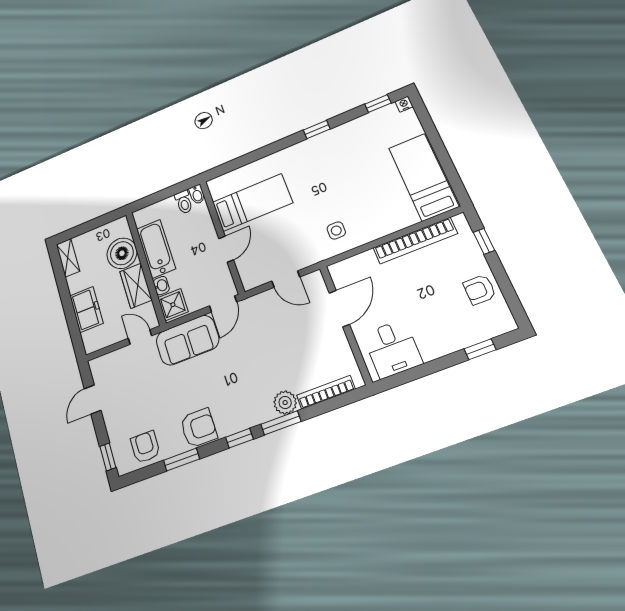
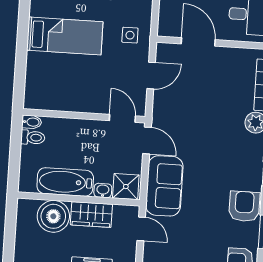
bed: (252, 202) -> (65, 36), moved, turned 90
side table: (336, 231) -> (130, 35), moved
door: (226, 249) -> (122, 118), moved
door: (140, 337) -> (141, 229), swing flipped

